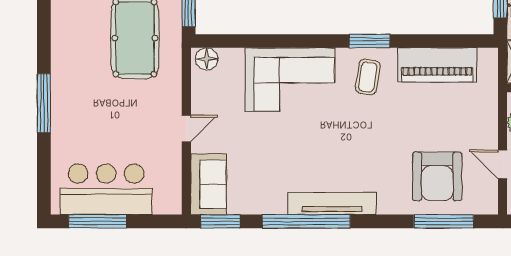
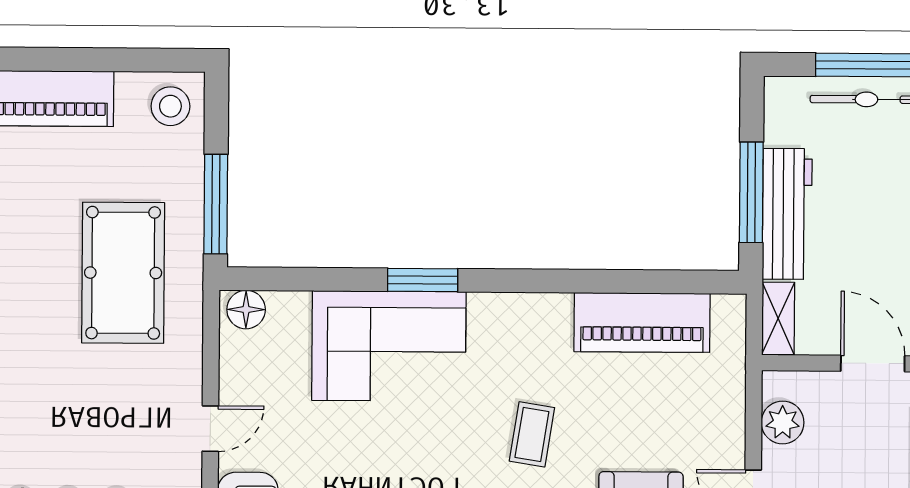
window: (370, 41) -> (423, 280), moved
coffee table: (368, 77) -> (532, 434), moved

